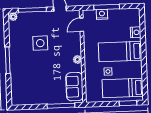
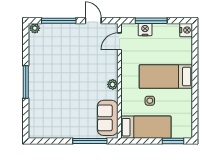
nightstand: (136, 32) -> (186, 30), moved
side table: (40, 43) -> (67, 62), removed
bed: (123, 88) -> (146, 127), moved, turned 180

